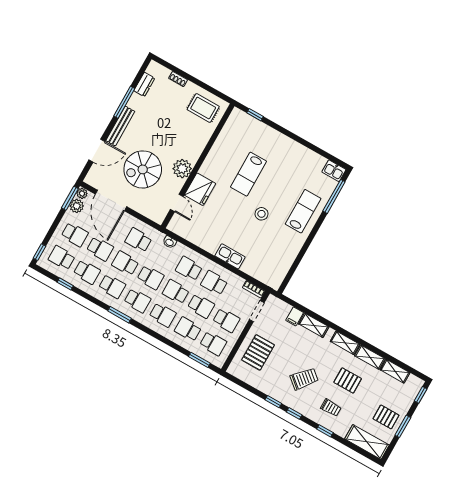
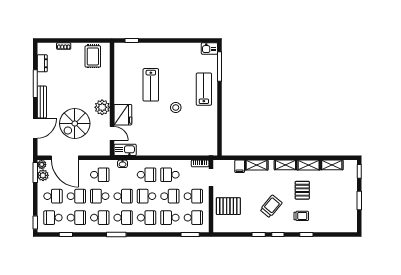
rug: (203, 108) -> (93, 56), turned 90
school desk: (138, 240) -> (100, 175), turned 180
kitchen sink: (230, 256) -> (125, 150), moved
school desk: (189, 269) -> (147, 175), turned 180
pallet: (258, 352) -> (228, 206), turned 90
pallet: (348, 380) -> (302, 190), turned 90
pallet: (386, 417) -> (344, 201), removed
shelving: (367, 442) -> (340, 226), removed

